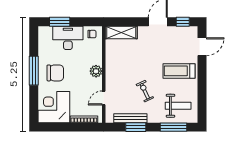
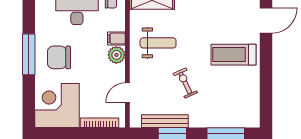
filing cabinet: (96, 60) -> (116, 39), added
chair: (55, 73) -> (59, 57), turned 180
weight bench: (178, 106) -> (158, 43), moved

